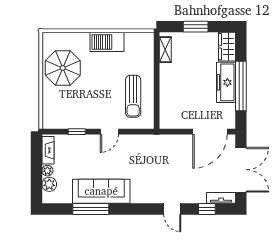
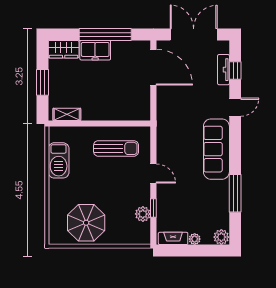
barbecue: (107, 42) -> (59, 160), moved
freezer: (226, 82) -> (95, 50), width x0.71
plant: (71, 122) -> (143, 214), added
plant: (49, 184) -> (221, 237), moved
sofa: (101, 191) -> (216, 149), moved
tv unit: (221, 198) -> (223, 70), moved

